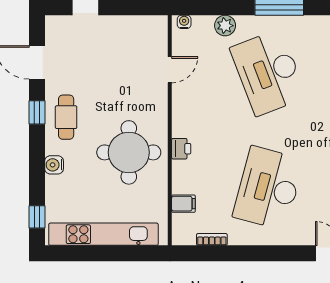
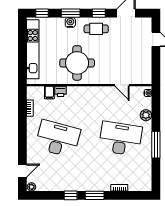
desk: (268, 73) -> (120, 139), turned 30
printer: (181, 149) -> (61, 91), moved
window: (37, 164) -> (71, 13), added

